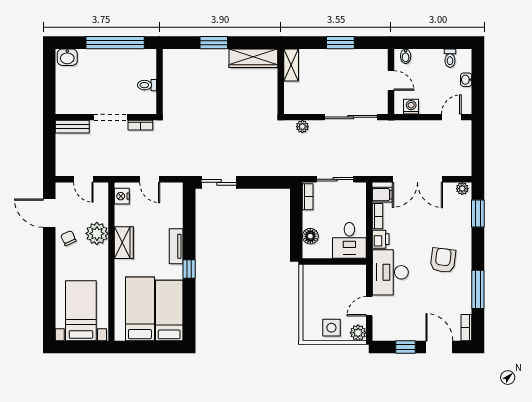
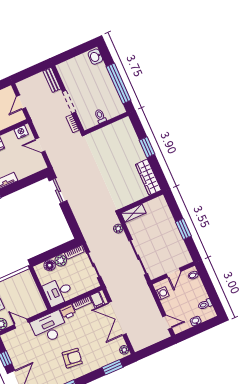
shelving: (291, 65) -> (134, 213), moved
door: (150, 179) -> (40, 145), hinge flipped
plant: (310, 219) -> (61, 260), added

